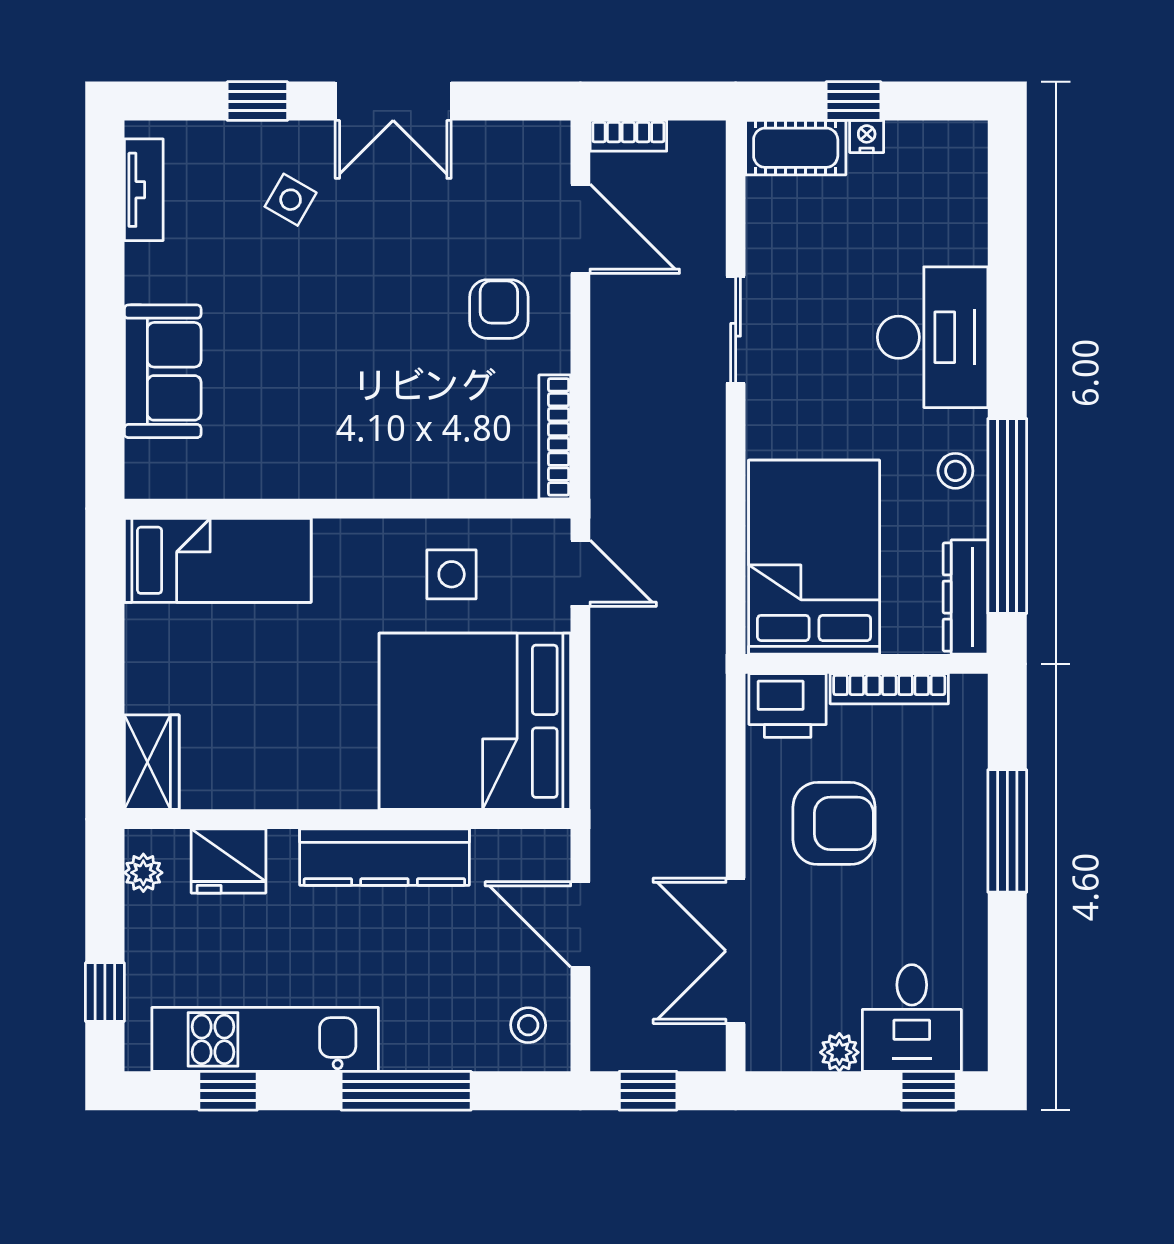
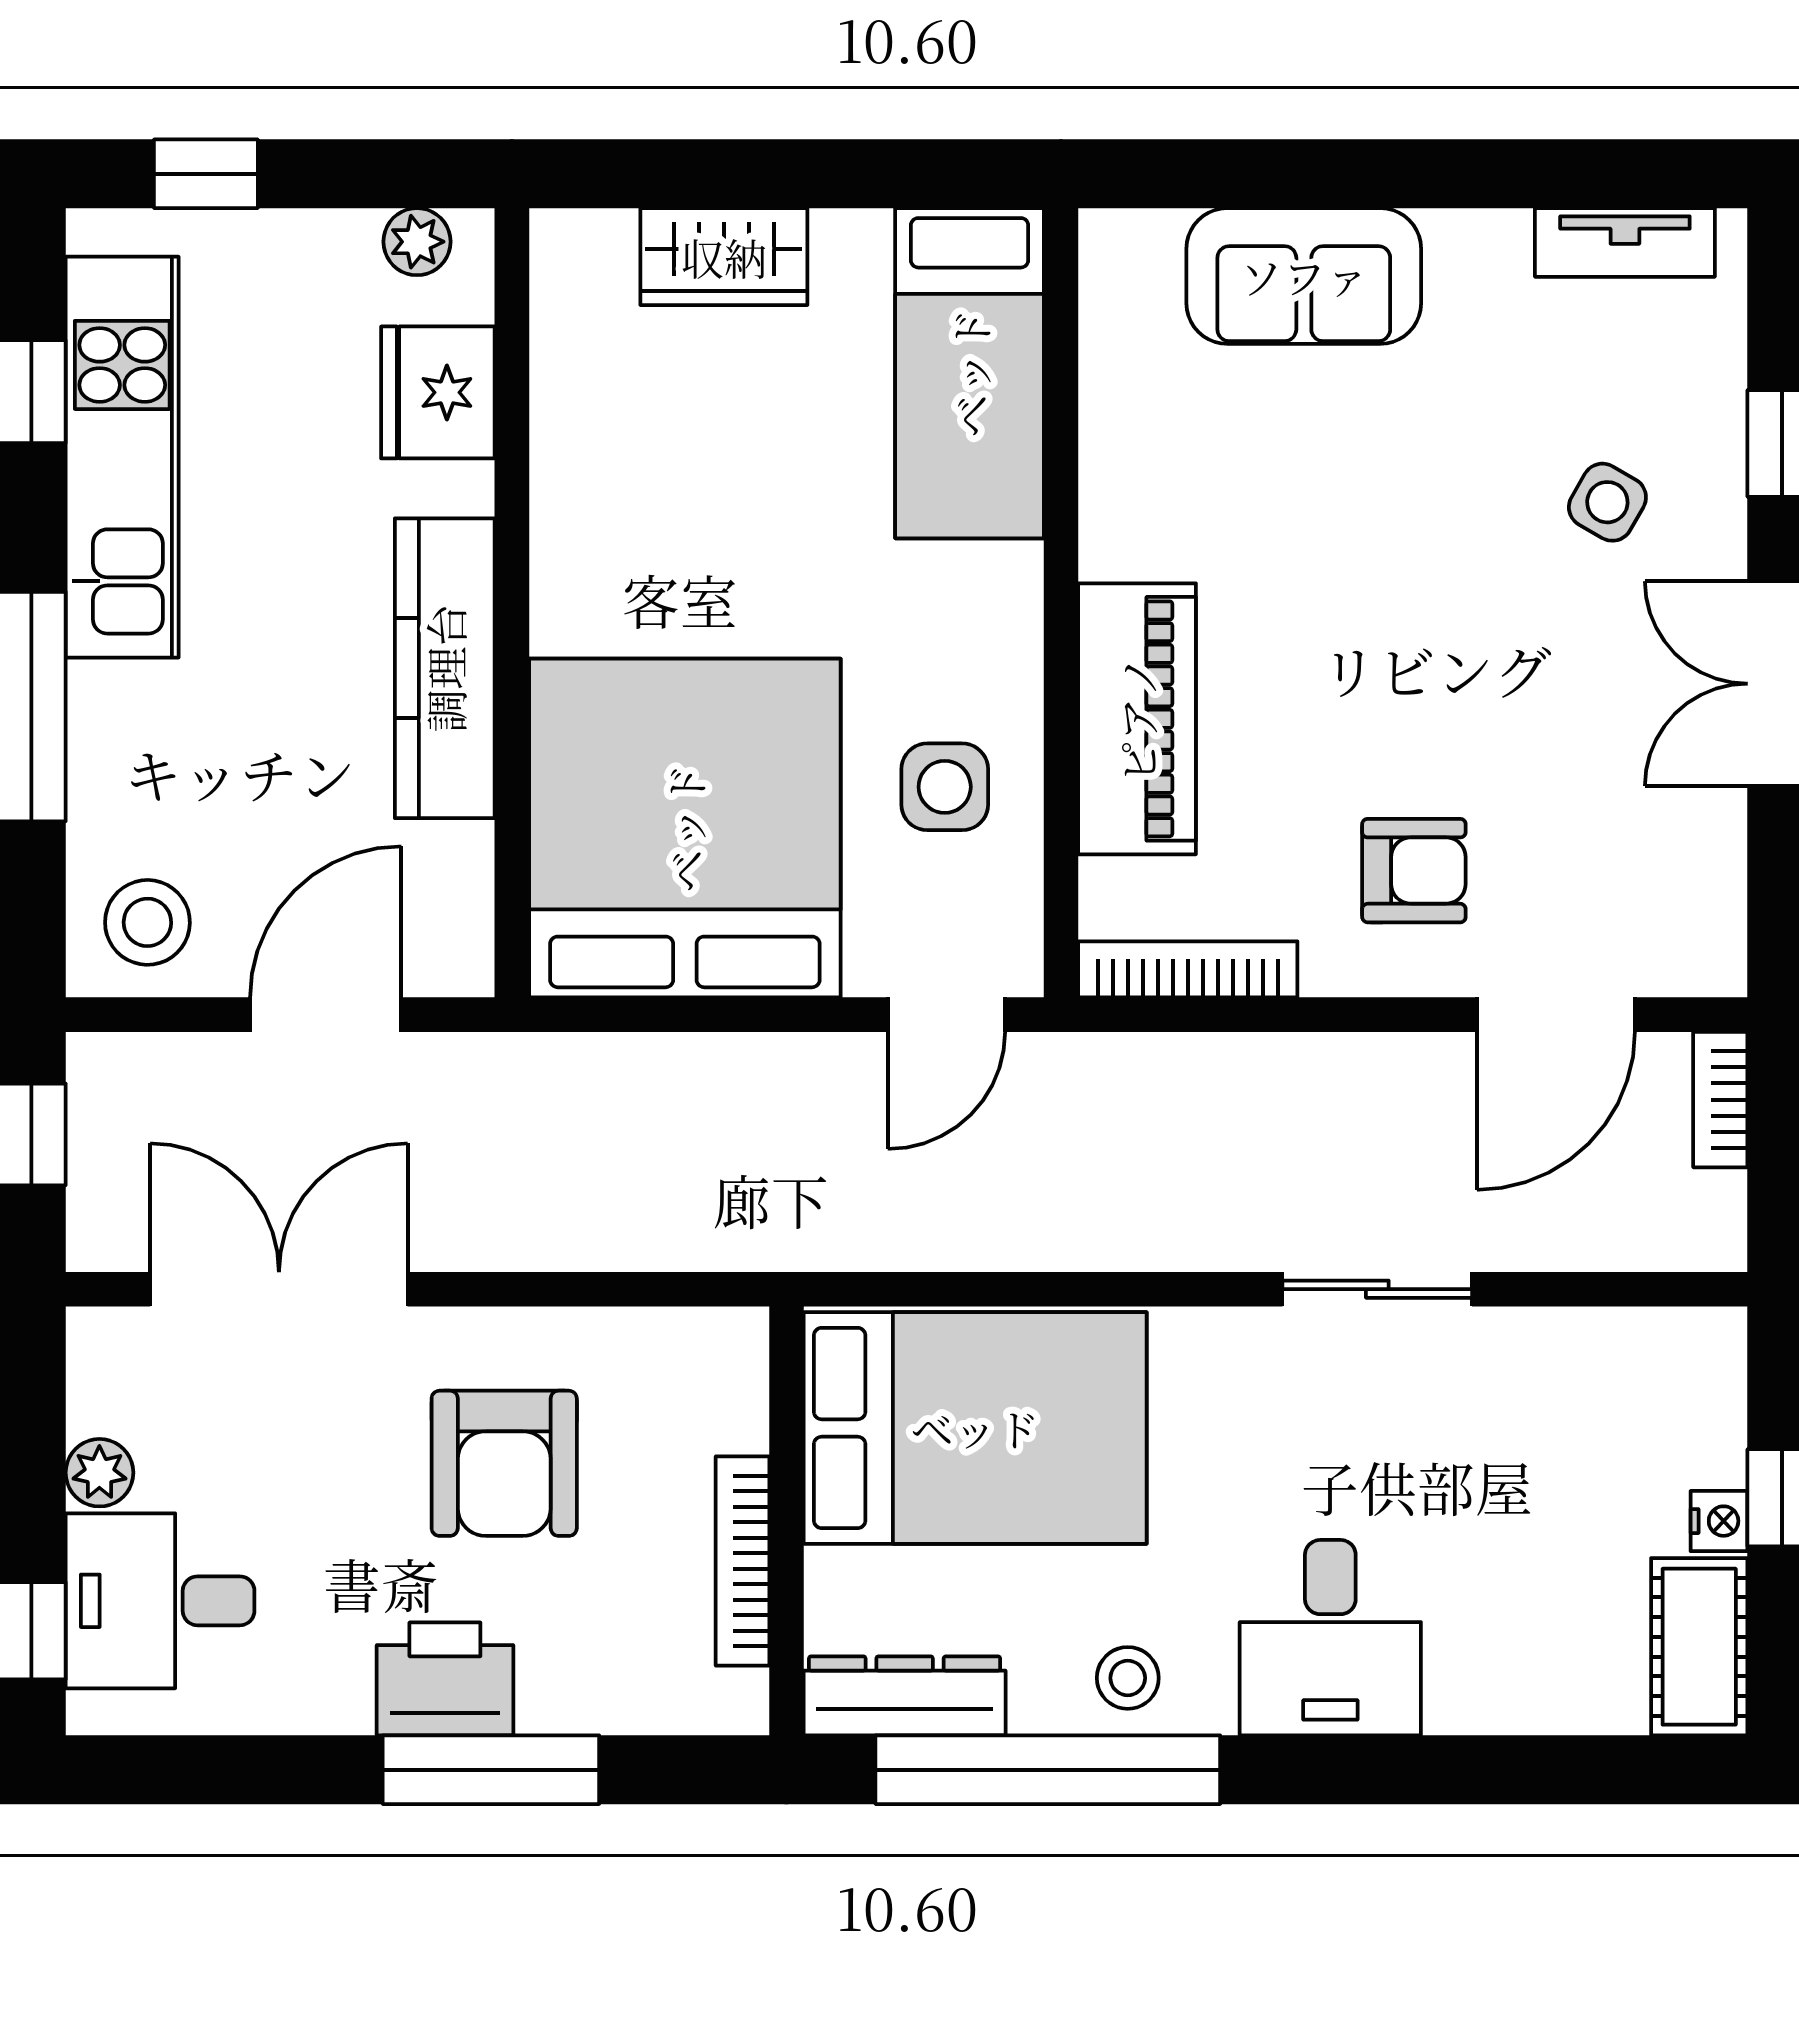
cot: (796, 148) -> (1699, 1647), moved
desk: (933, 337) -> (1330, 1638), width x0.73
piano: (413, 466) -> (1137, 719), added
printer: (788, 705) -> (445, 1679), moved, turned 90
wardrobe: (152, 762) -> (724, 257), moved
stool: (528, 1025) -> (147, 922), width x1.37, depth x1.37

